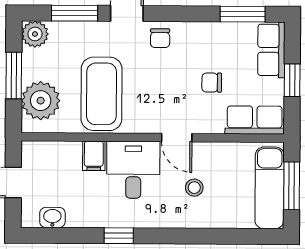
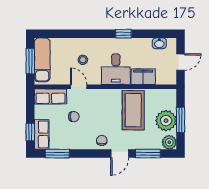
window: (292, 80) -> (30, 132), moved
plant: (41, 101) -> (166, 121), moved
door: (177, 138) -> (79, 87), moved
filing cabinet: (94, 156) -> (143, 77), width x2.00

